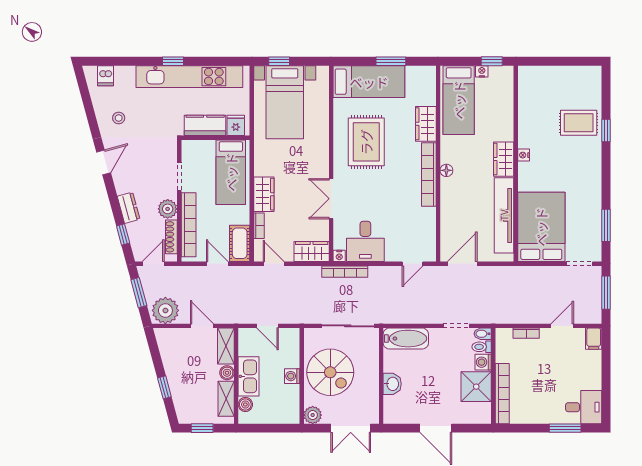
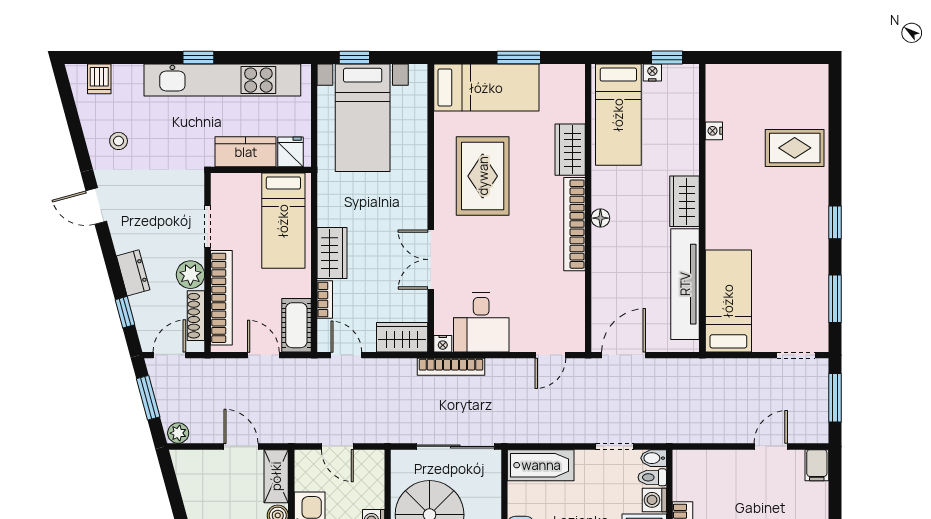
window: (606, 130) -> (835, 222), moved
nightstand: (524, 155) -> (714, 131), moved
door: (104, 162) -> (96, 206), swing flipped
bed: (541, 227) -> (728, 301), width x0.67
plant: (165, 310) -> (178, 433), width x0.53, depth x0.53
bookcase: (526, 333) -> (717, 457), removed

